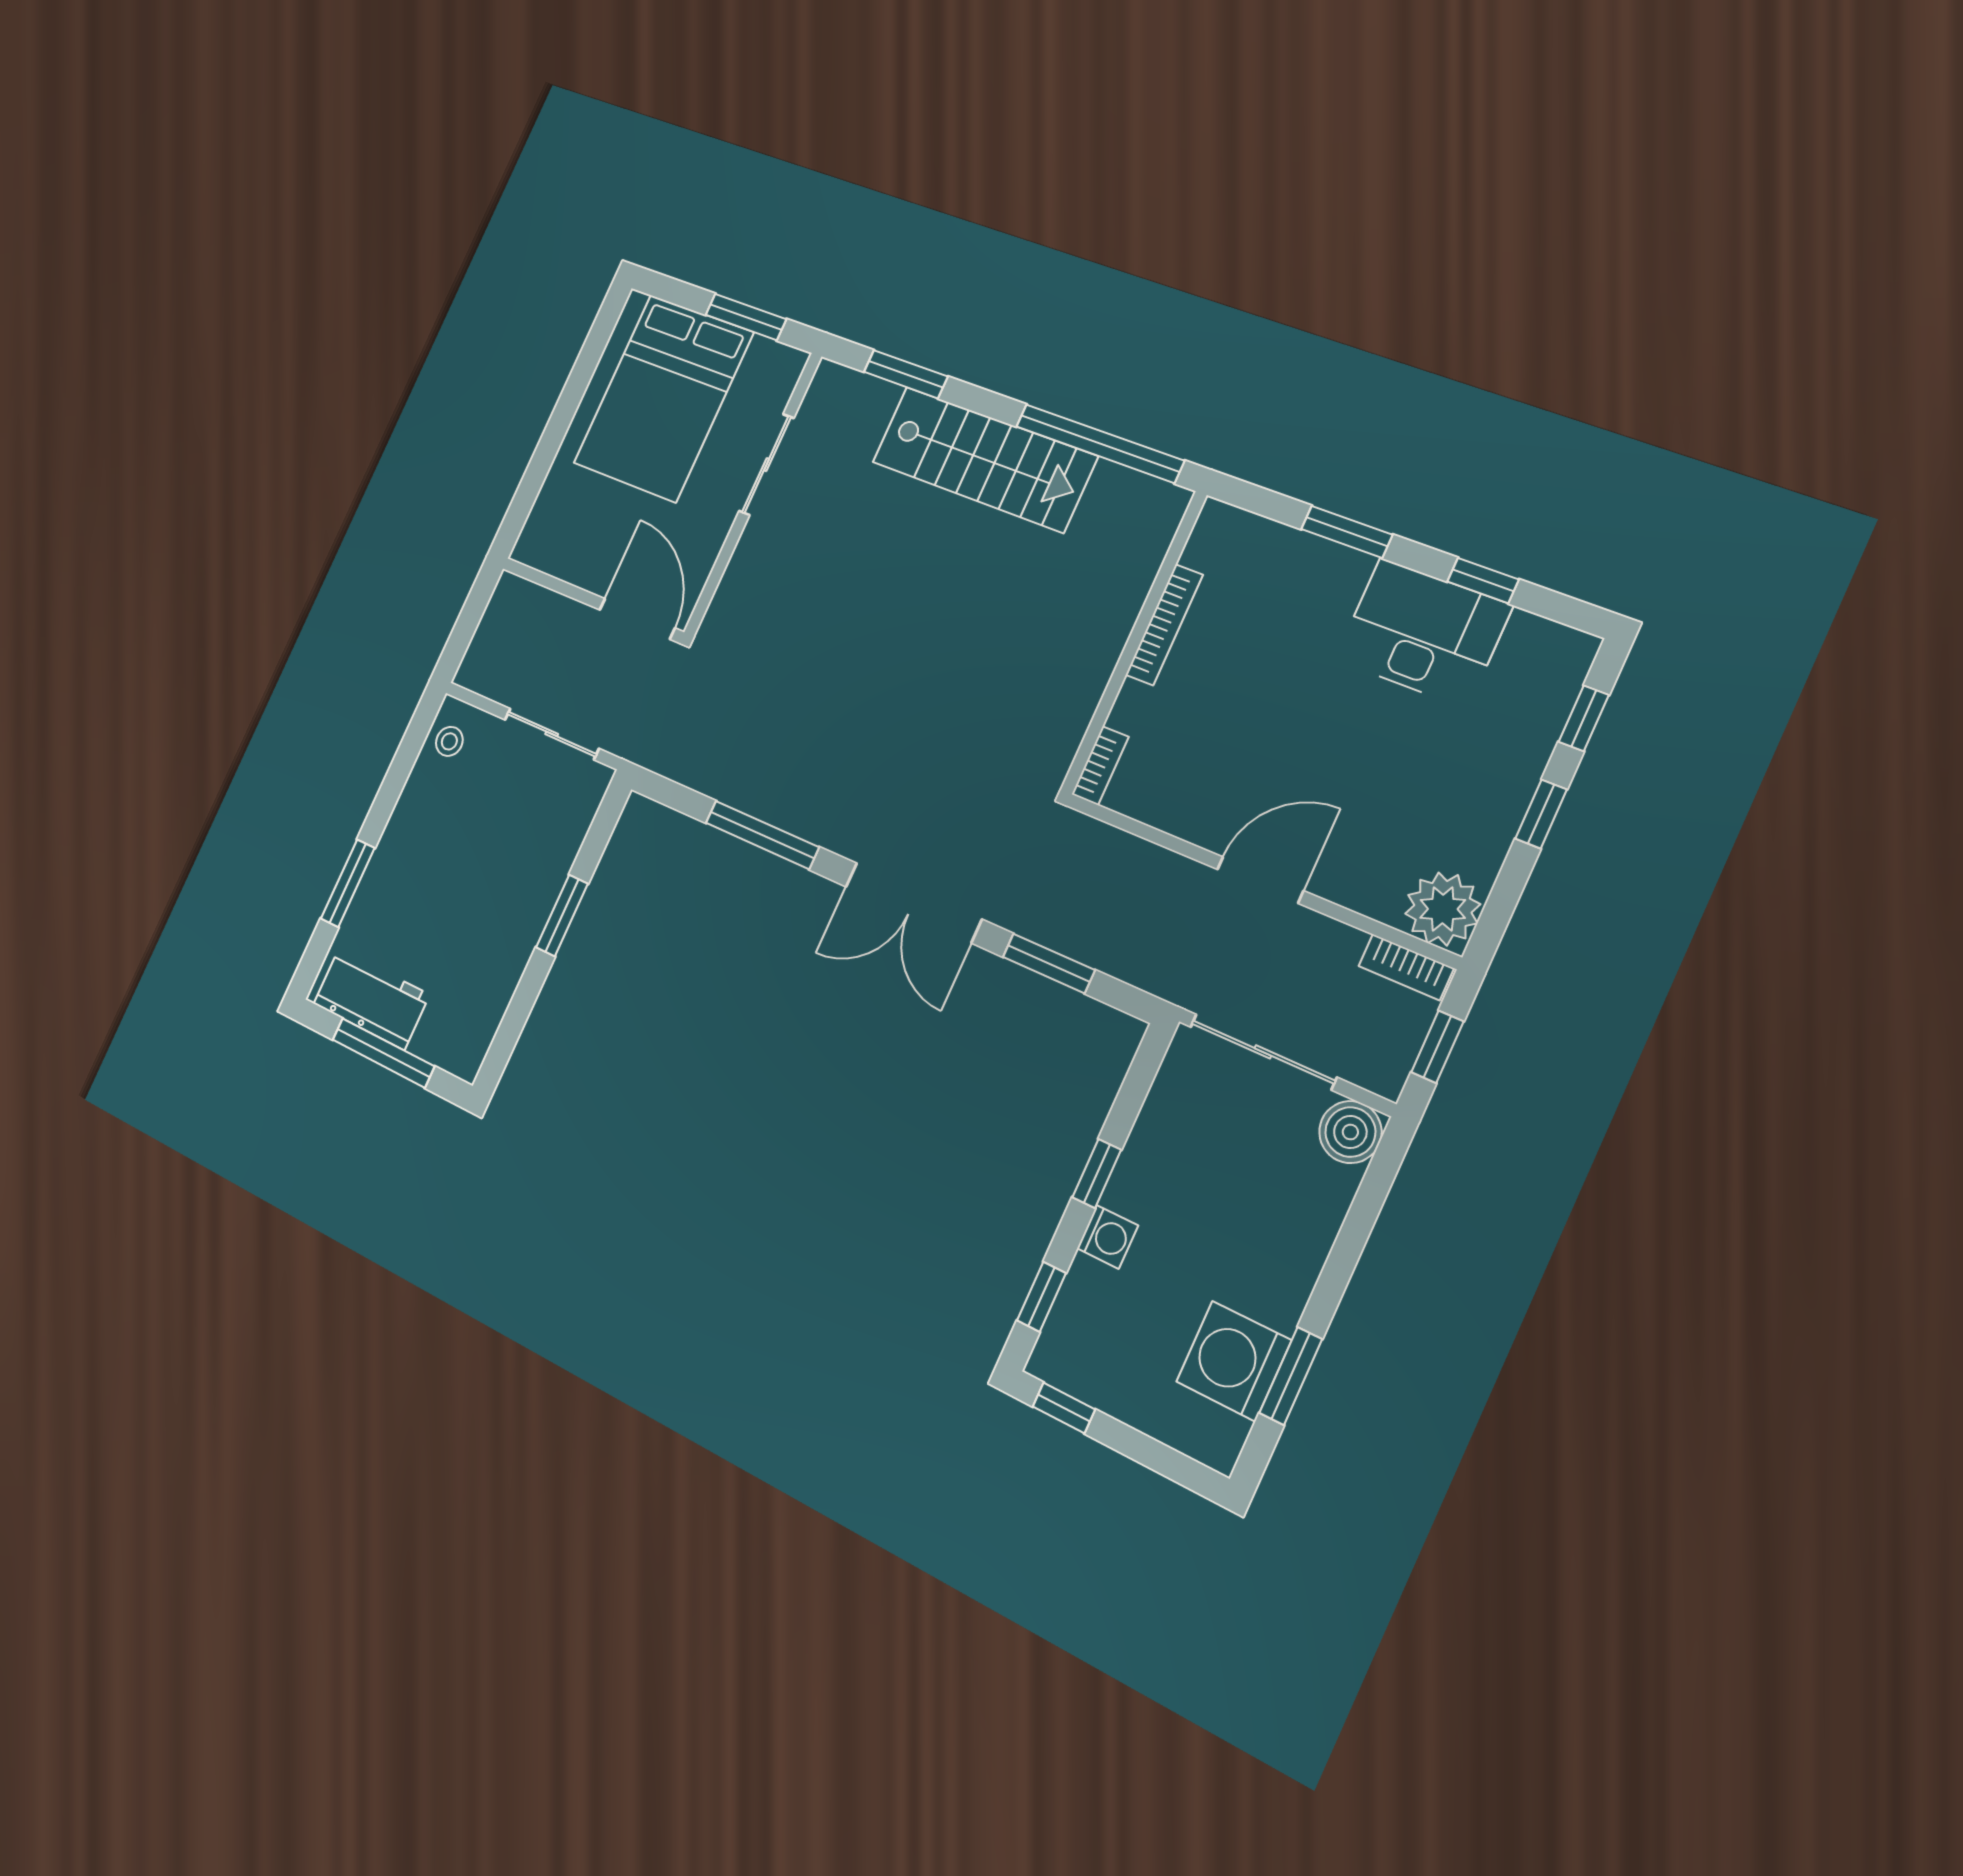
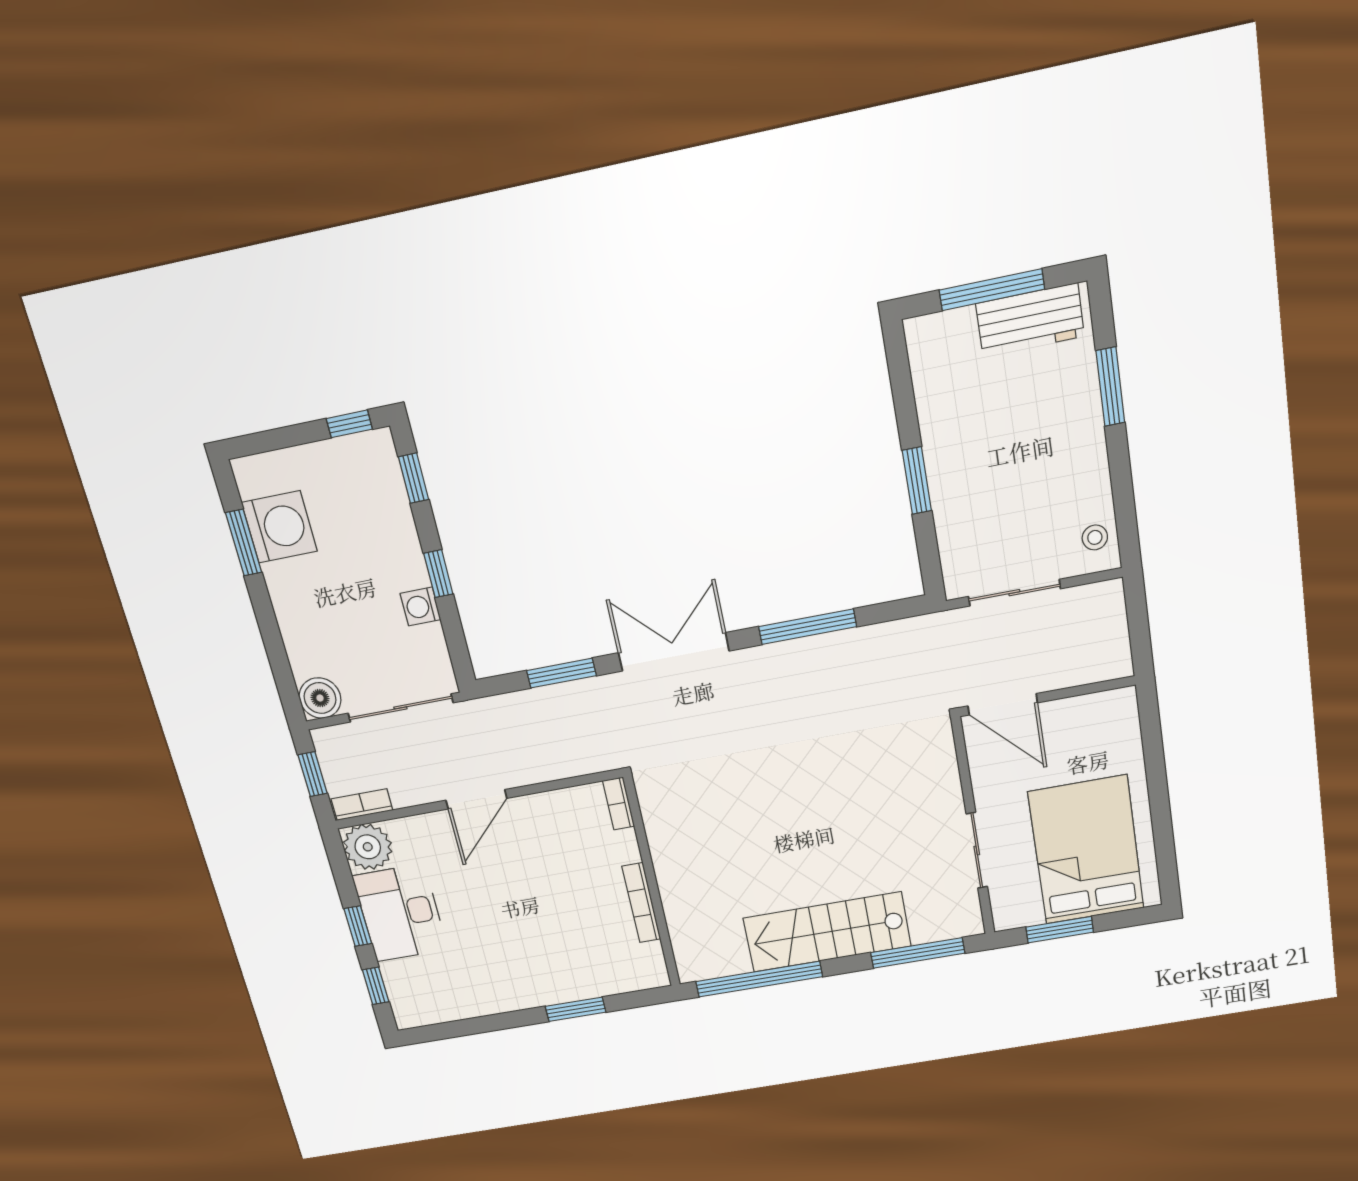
window: (906, 374) -> (918, 953), width x1.44
window: (1483, 581) -> (482, 1025), removed
desk: (1423, 633) -> (400, 913), moved, turned 90
washing machine: (1108, 1237) -> (420, 606), moved

